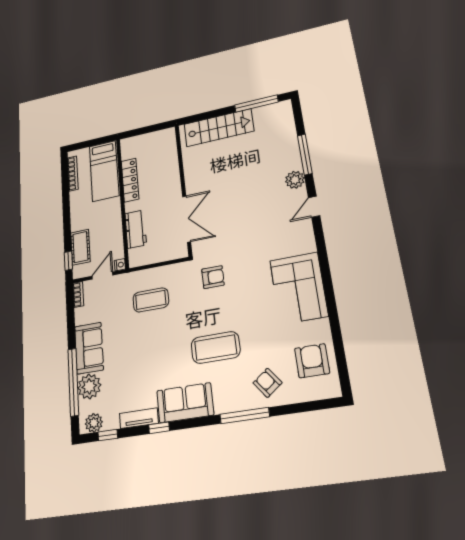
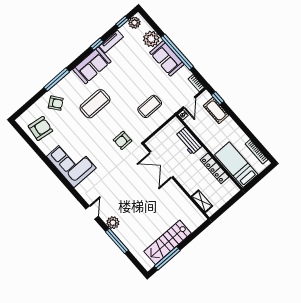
stairs: (219, 128) -> (168, 242), moved
shelving: (171, 149) -> (202, 201), added
armchair: (312, 361) -> (40, 128), turned -82
window: (73, 382) -> (177, 52), moved

